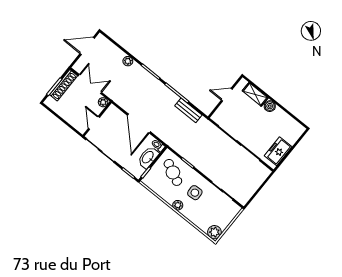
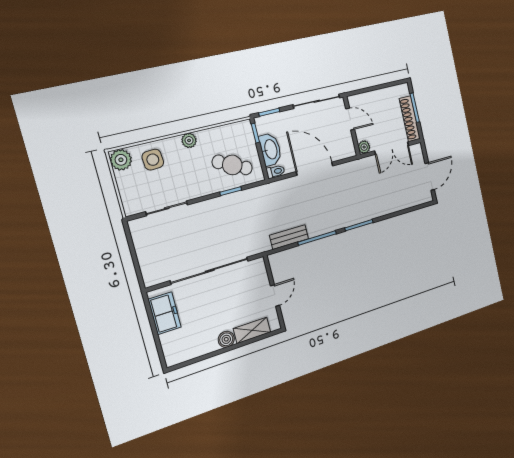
plant: (128, 61) -> (386, 208), removed
side table: (195, 193) -> (153, 160), moved

